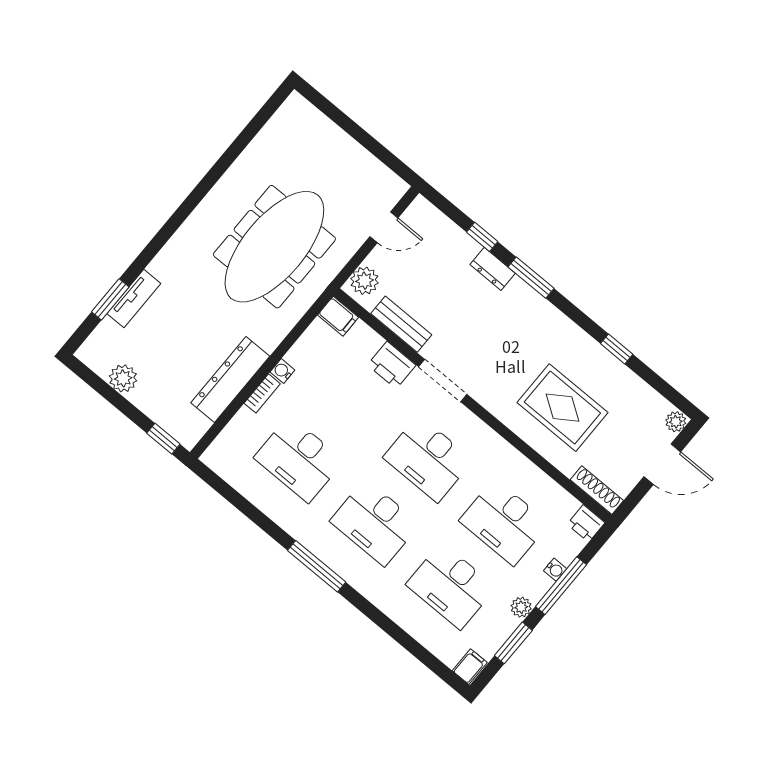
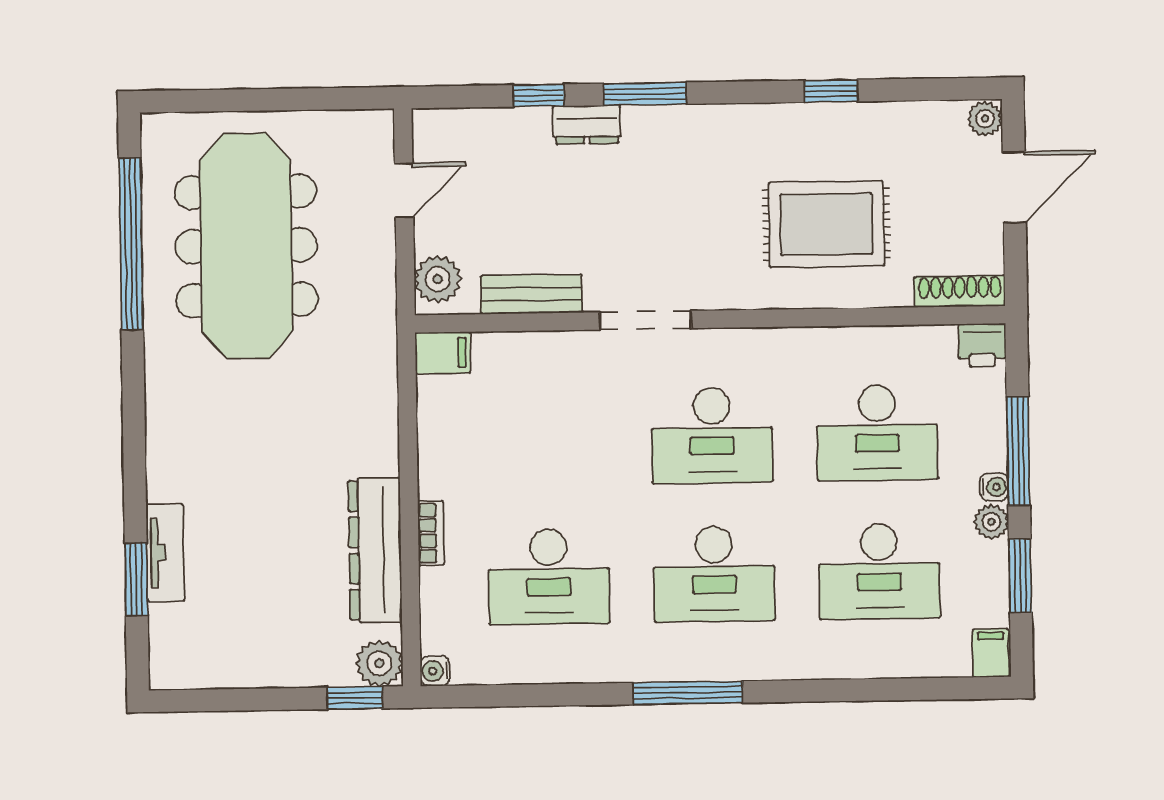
window: (239, 145) -> (131, 244), added
meeting table: (274, 247) -> (246, 246), moved
printer: (392, 365) -> (564, 356), removed
water cooler: (282, 371) -> (435, 671), moved
plant: (123, 378) -> (379, 663), moved
water cooler: (555, 570) -> (994, 487), moved

